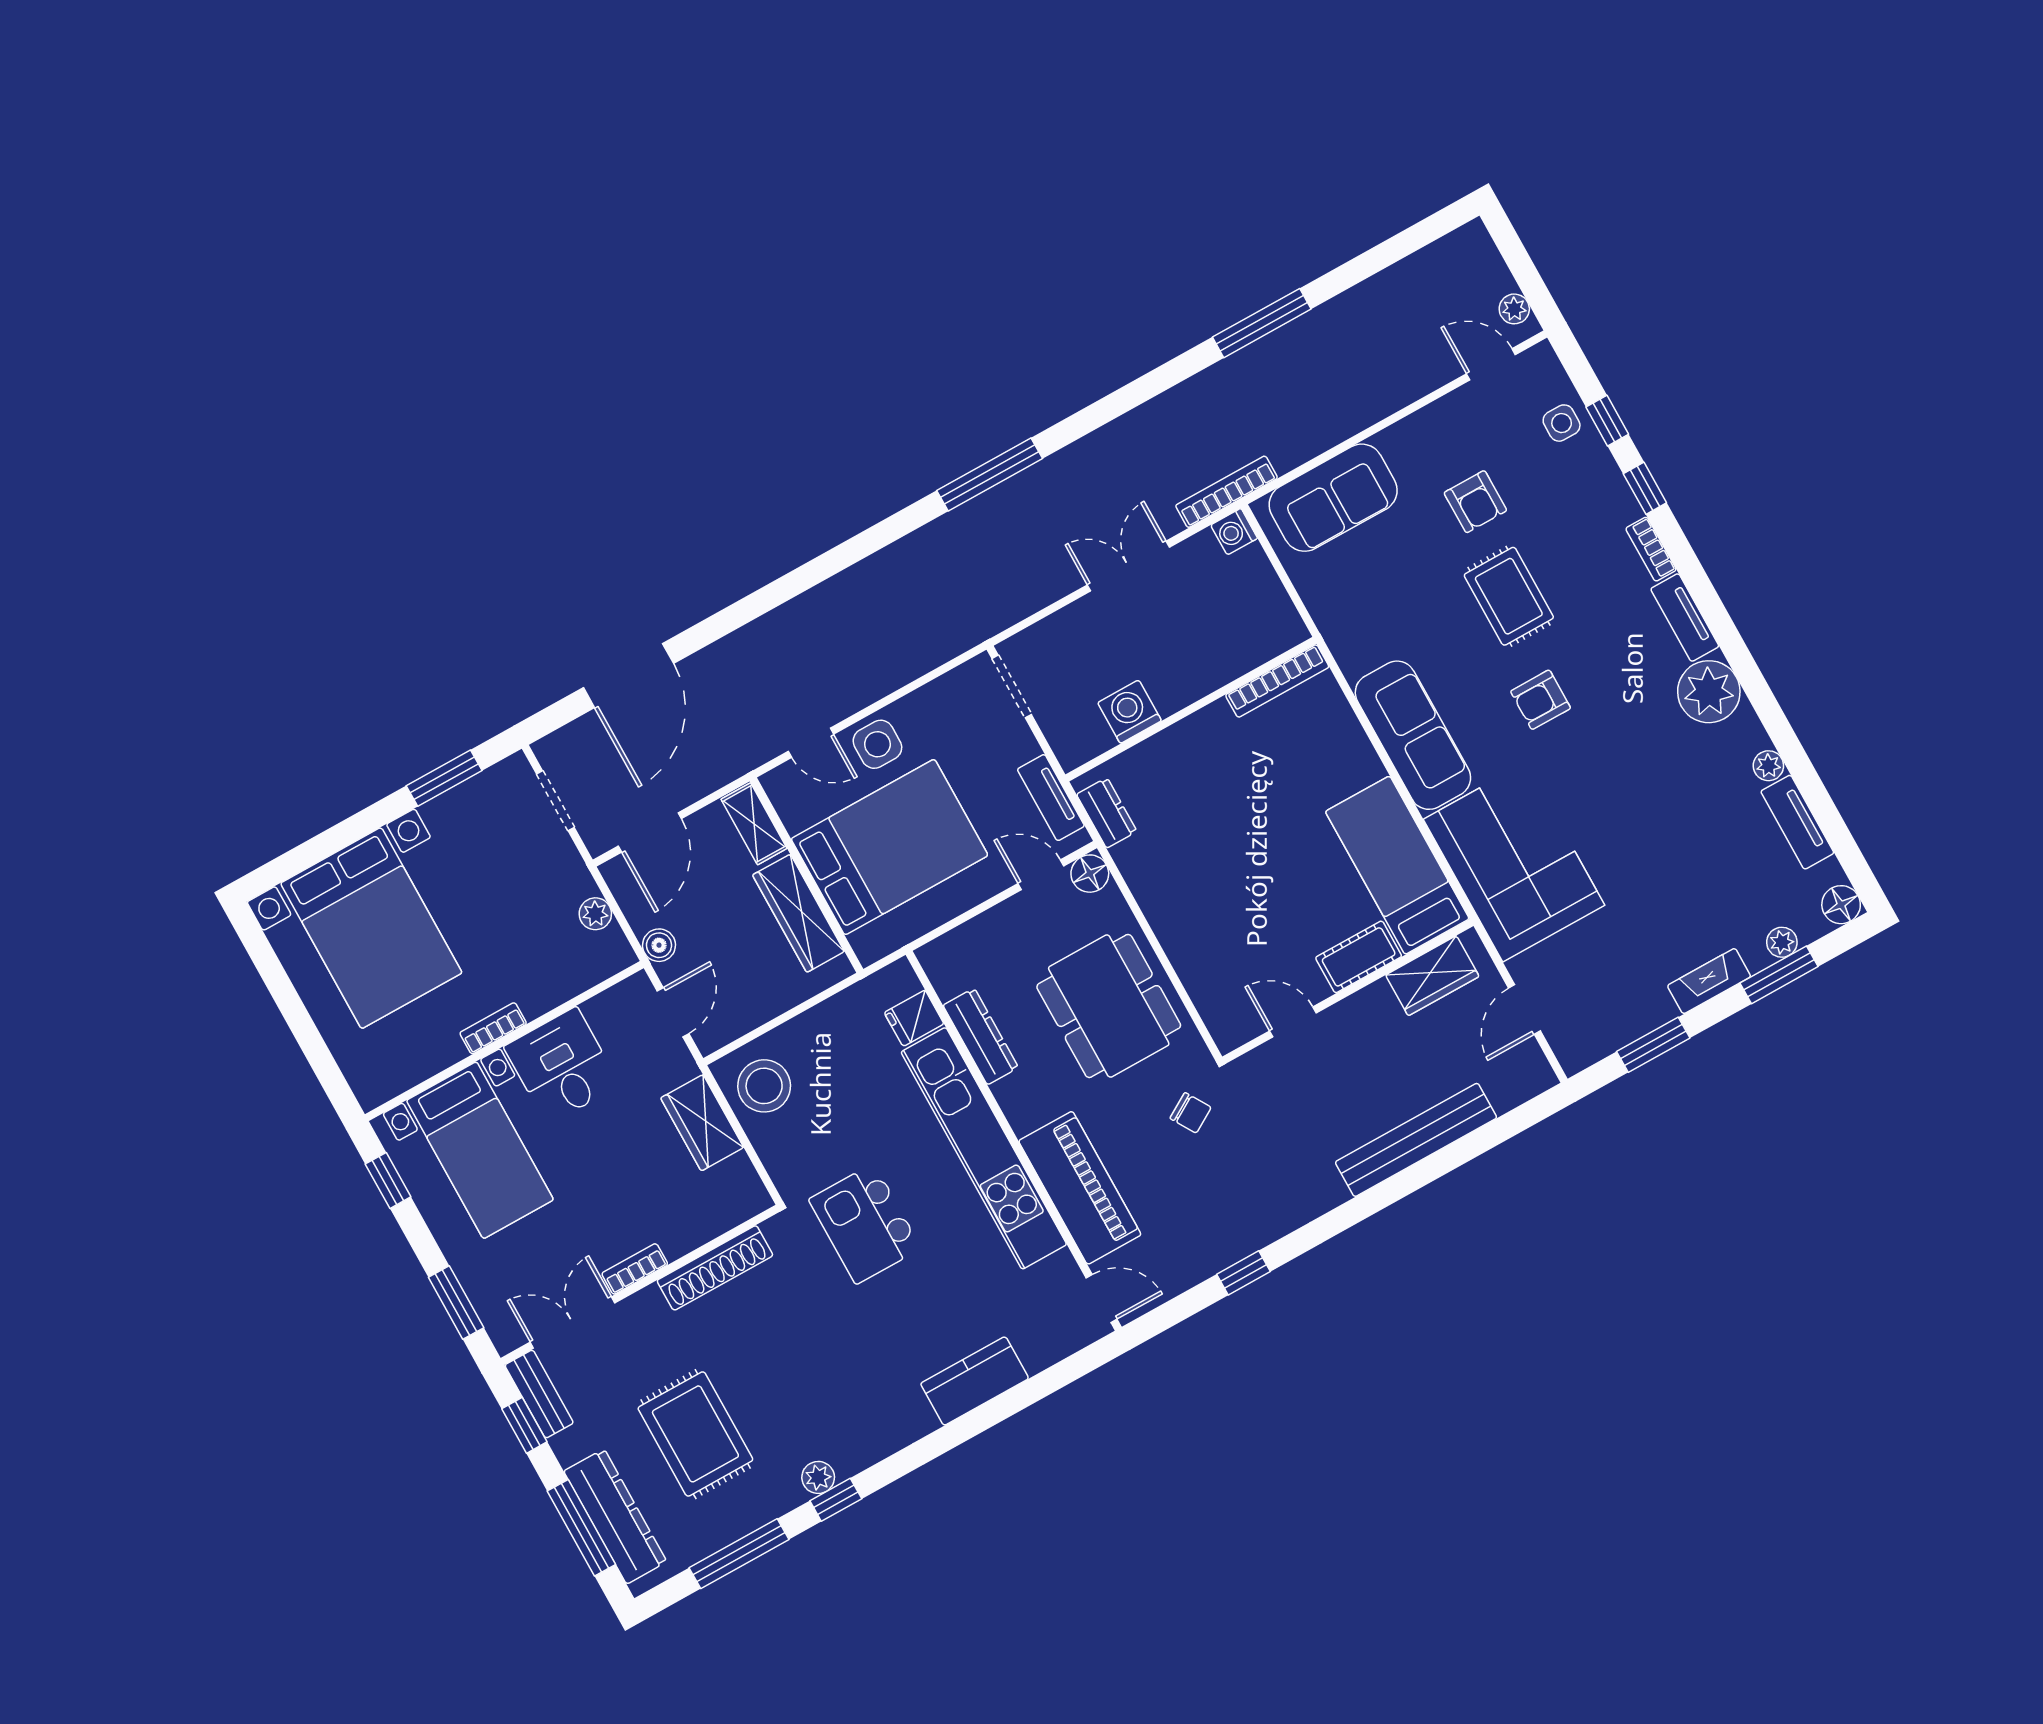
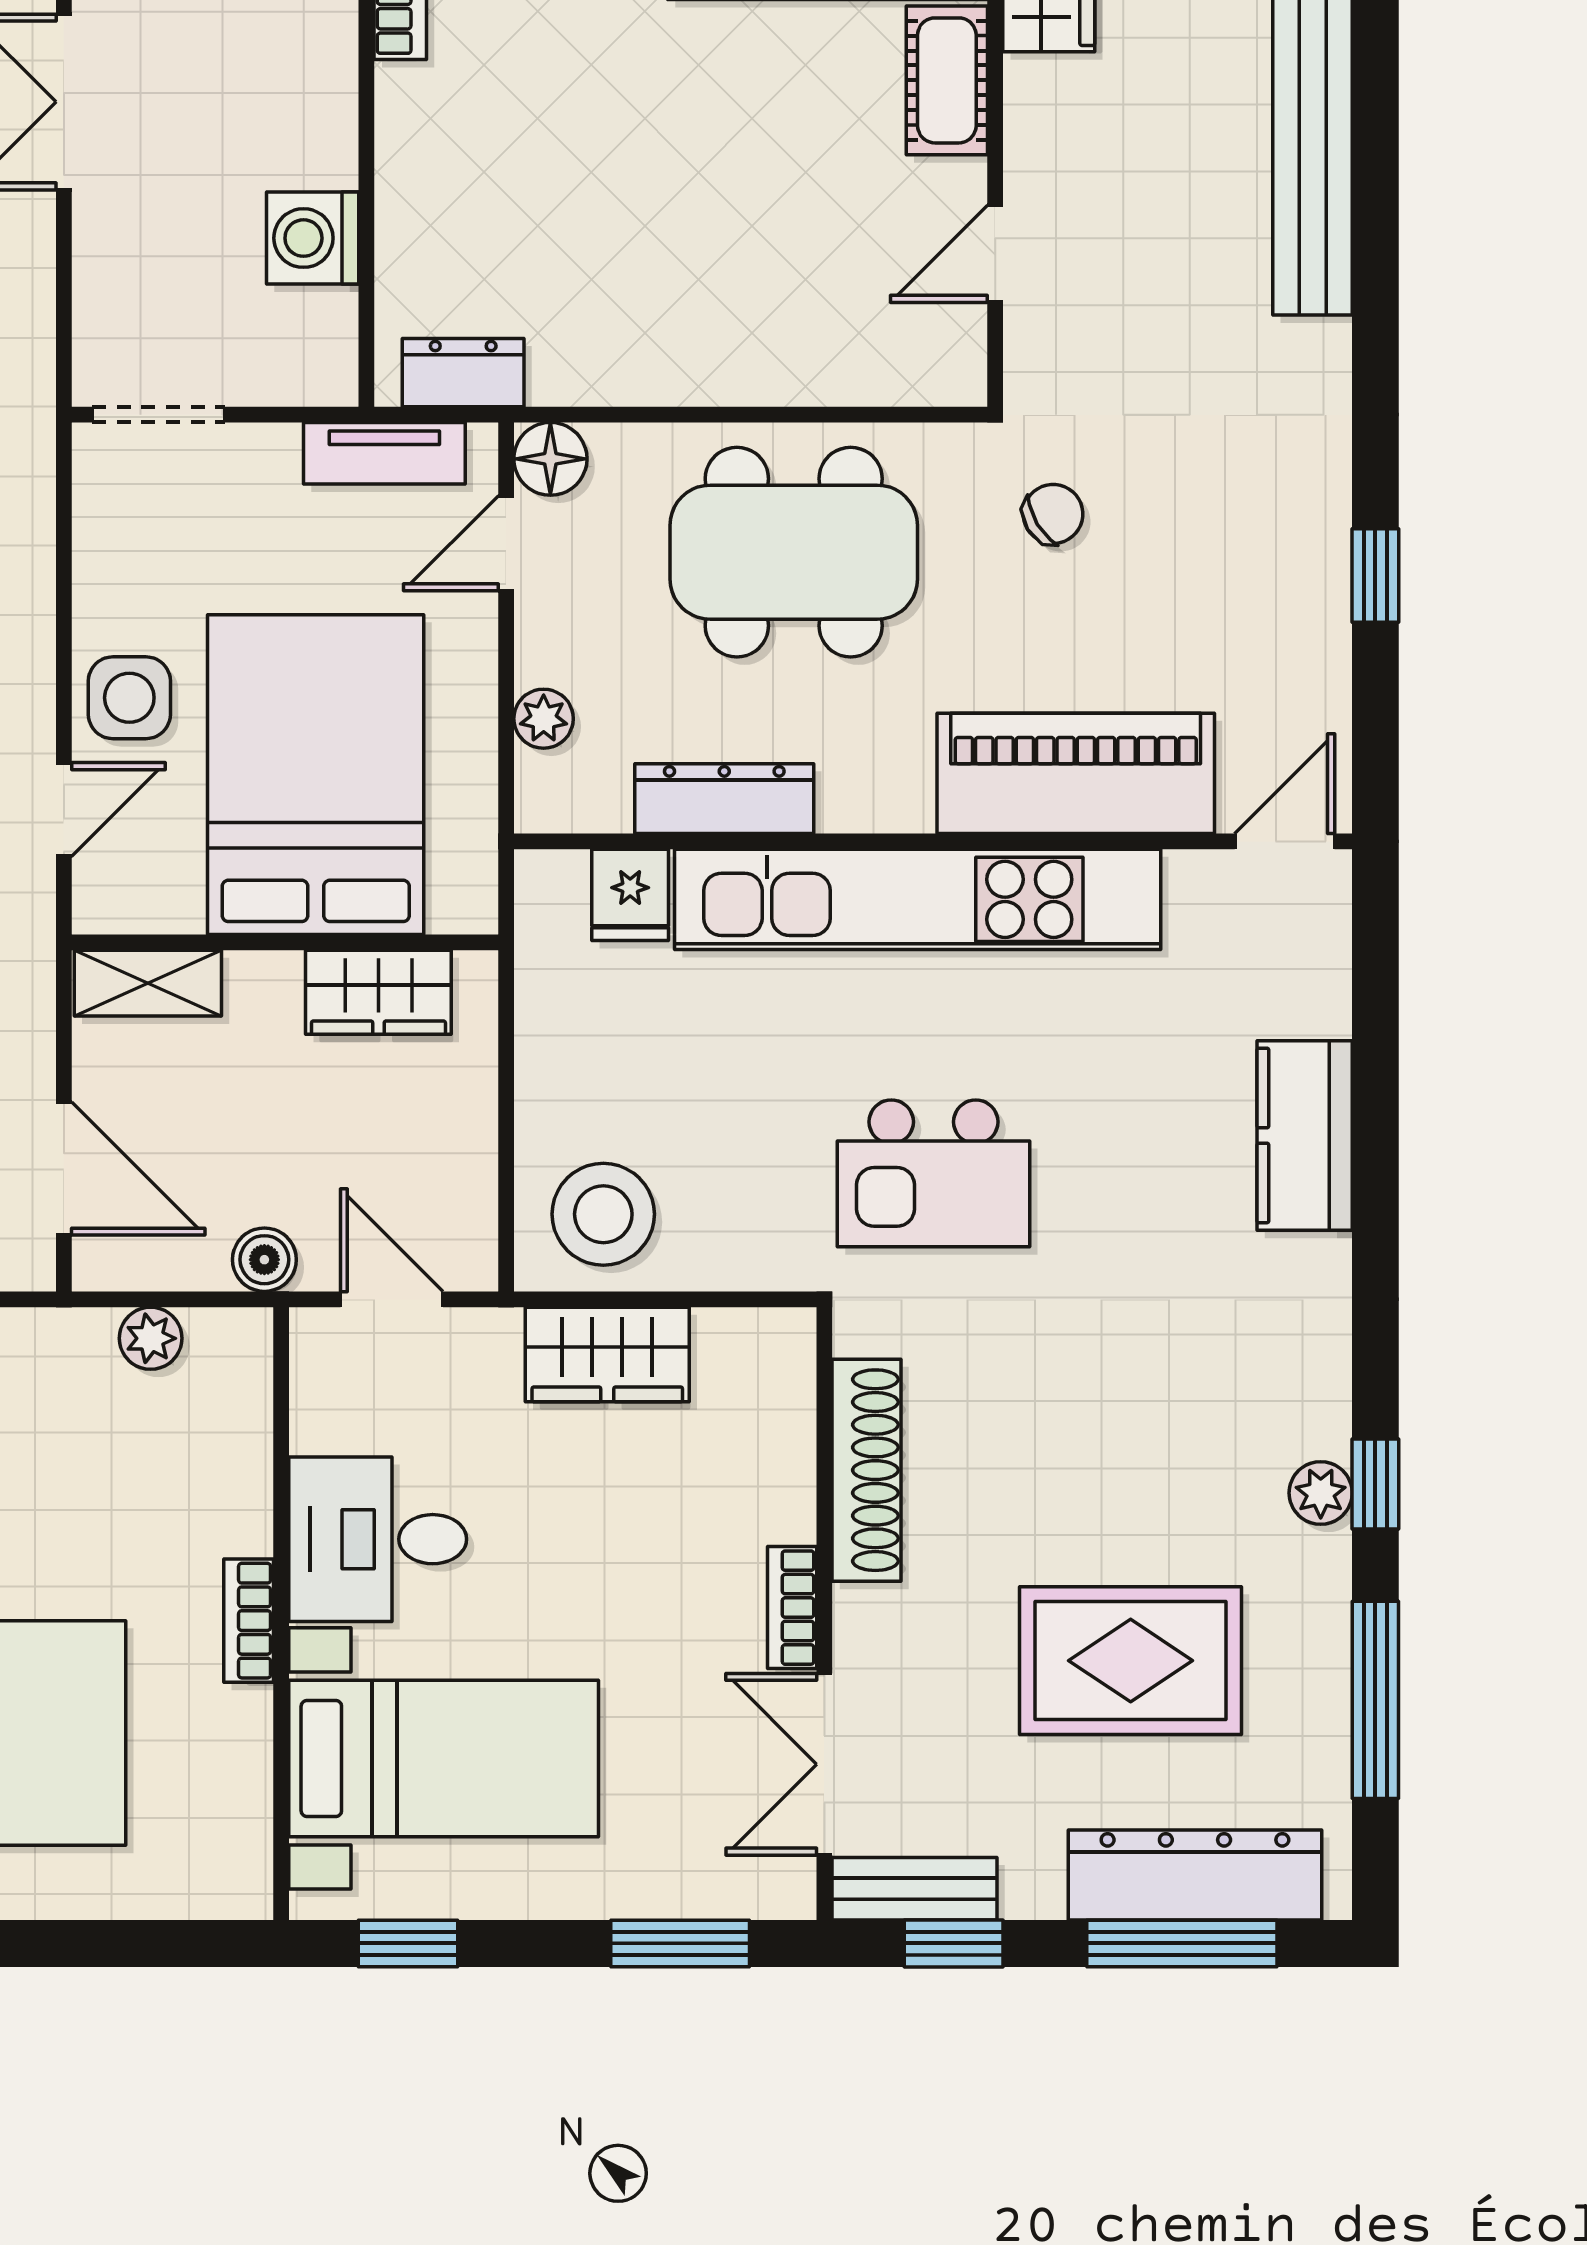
wardrobe: (798, 913) -> (378, 992), width x0.67
plant: (972, 935) -> (544, 719), added

